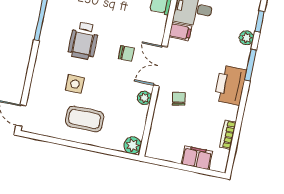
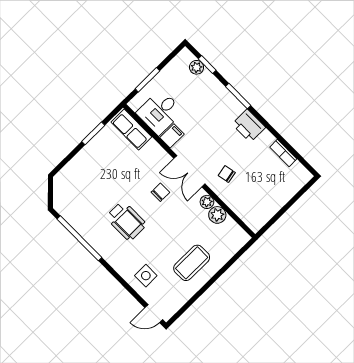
plant: (246, 38) -> (196, 67), moved
side table: (75, 84) -> (146, 276), moved
printer: (230, 85) -> (249, 126), width x0.73, depth x0.84
plant: (133, 145) -> (217, 215), moved
filing cabinet: (197, 158) -> (285, 191), removed

